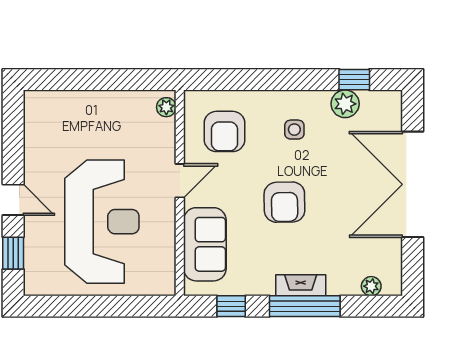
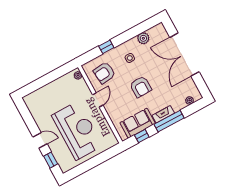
window: (354, 80) -> (106, 47), moved
armchair: (225, 131) -> (104, 73), turned 84
sofa: (205, 244) -> (138, 123), moved, turned -90

